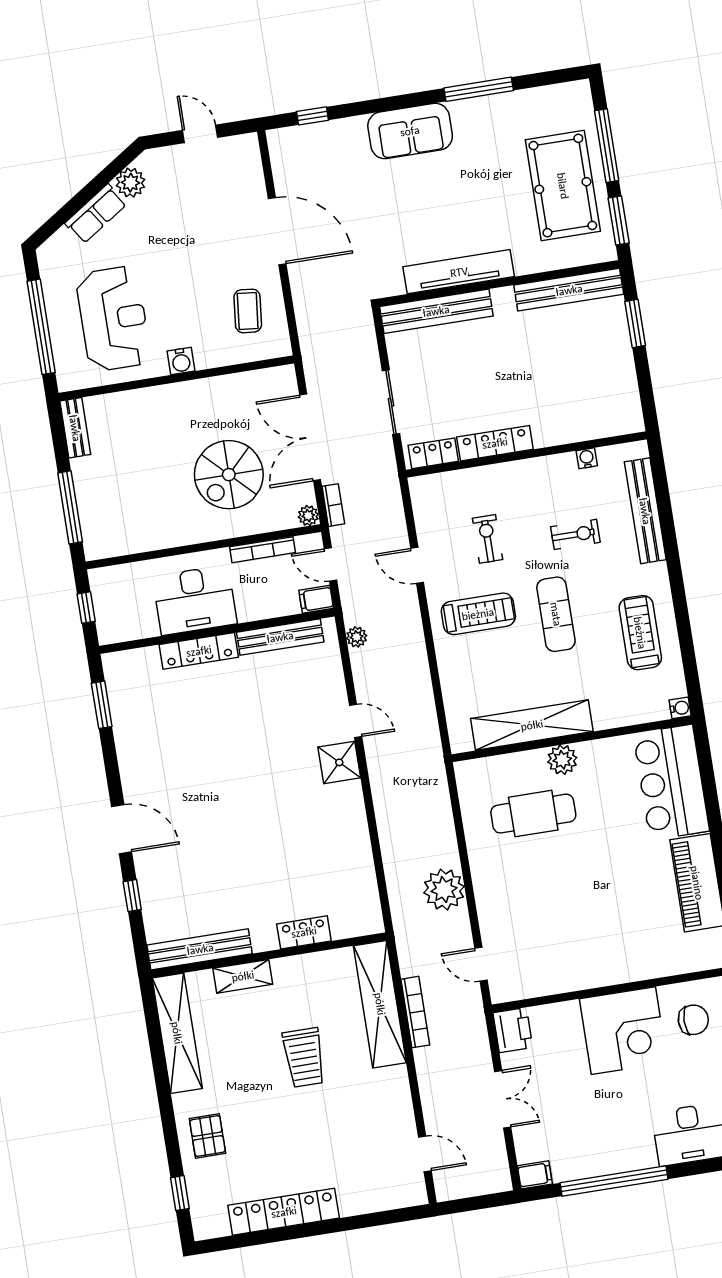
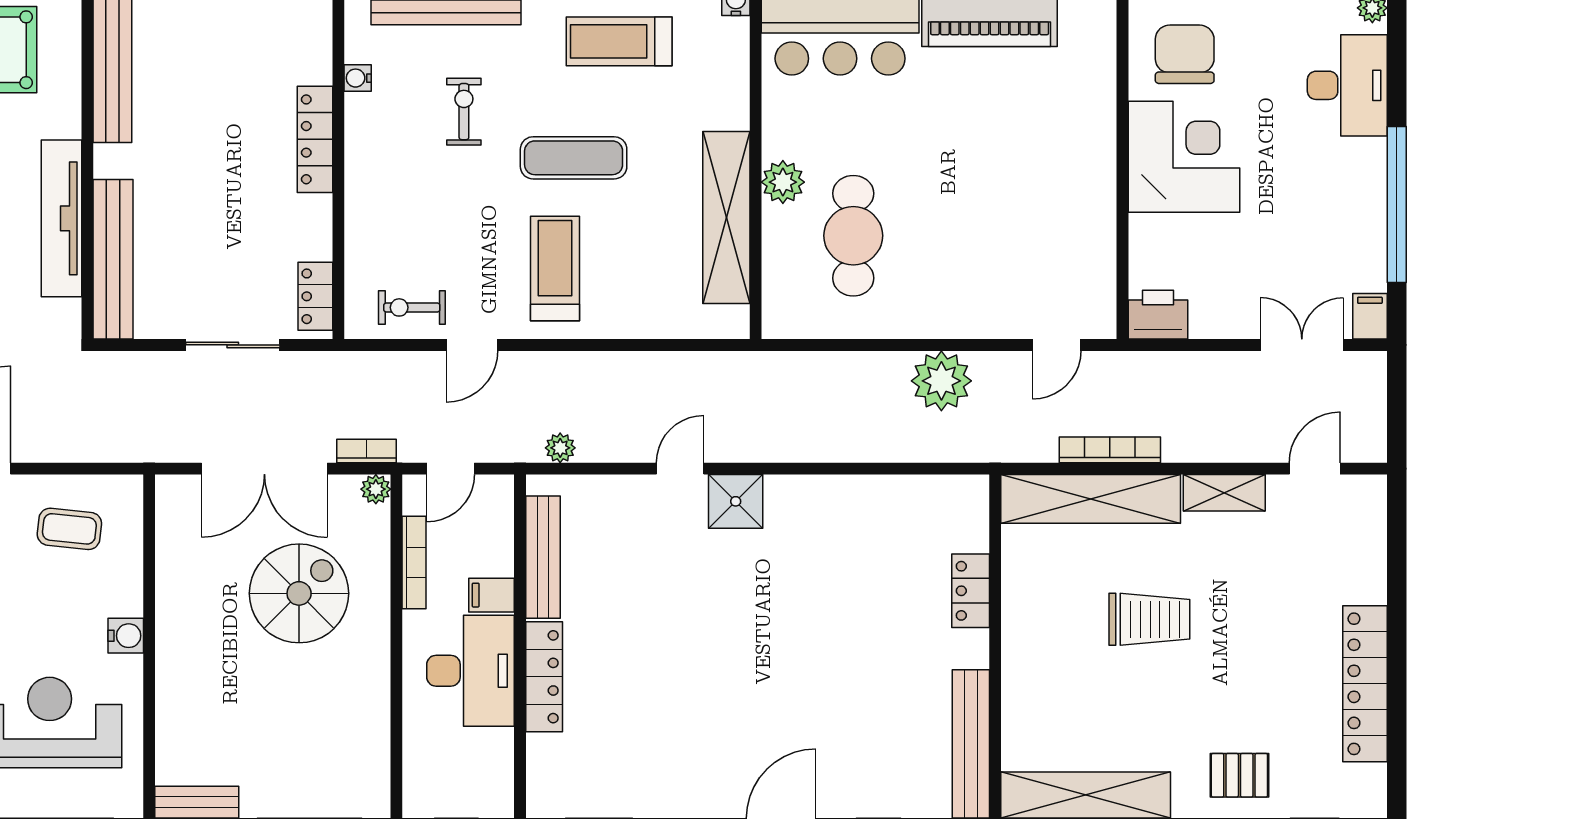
locker: (495, 443) -> (315, 139), moved
spiral stairs: (229, 475) -> (299, 593), turned -90
exercise bike: (488, 539) -> (412, 307), moved
filing cabinet: (316, 599) -> (492, 595), moved, turned 90
shelving: (243, 976) -> (1224, 493), moved, turned 90
chair: (693, 1020) -> (1185, 54), width x1.37, depth x1.37
double door: (503, 1099) -> (1302, 345), moved

